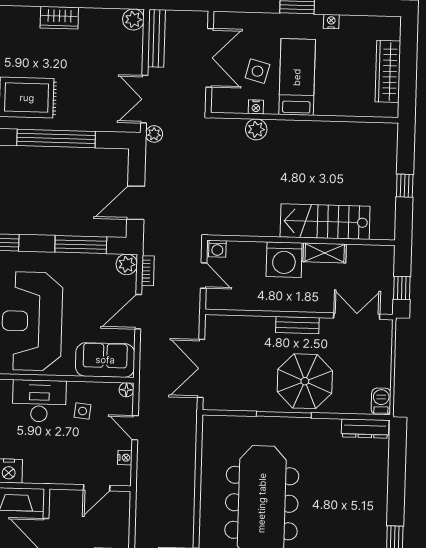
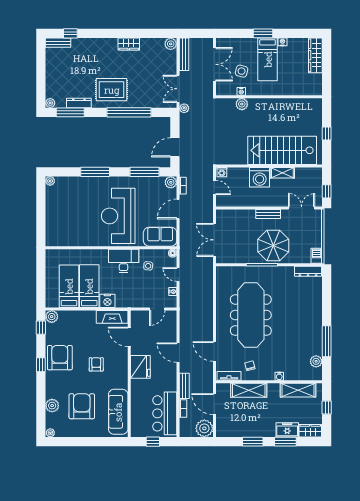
wardrobe: (388, 71) -> (315, 55), moved
bed: (297, 77) -> (268, 59), moved, turned 180
stairs: (325, 222) -> (282, 150), width x1.36, depth x1.51

